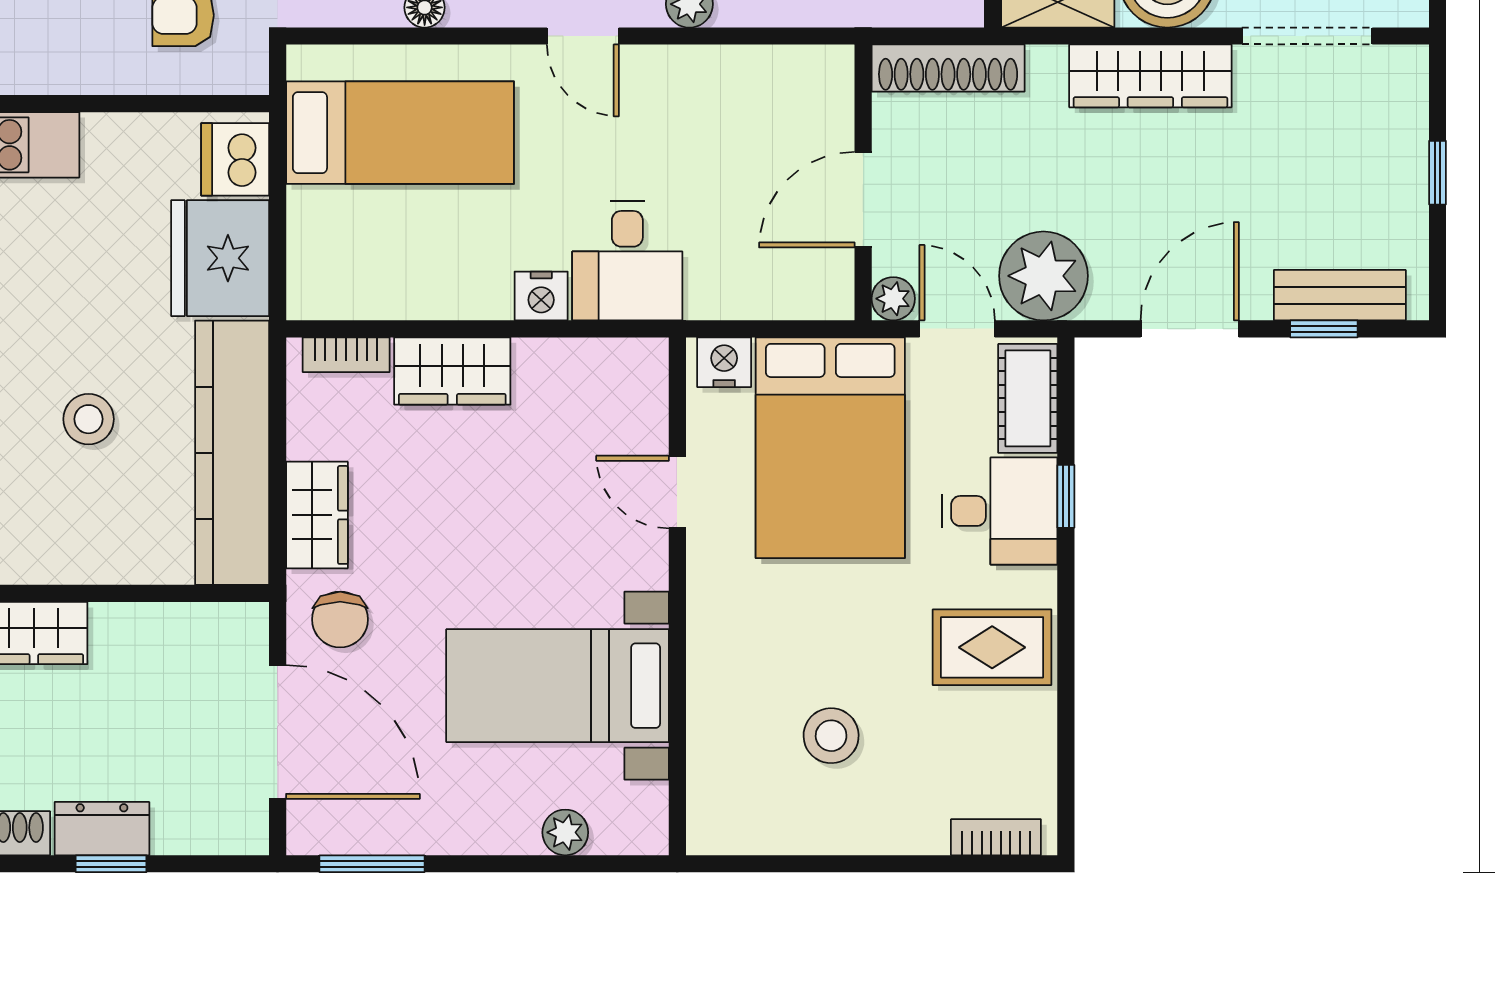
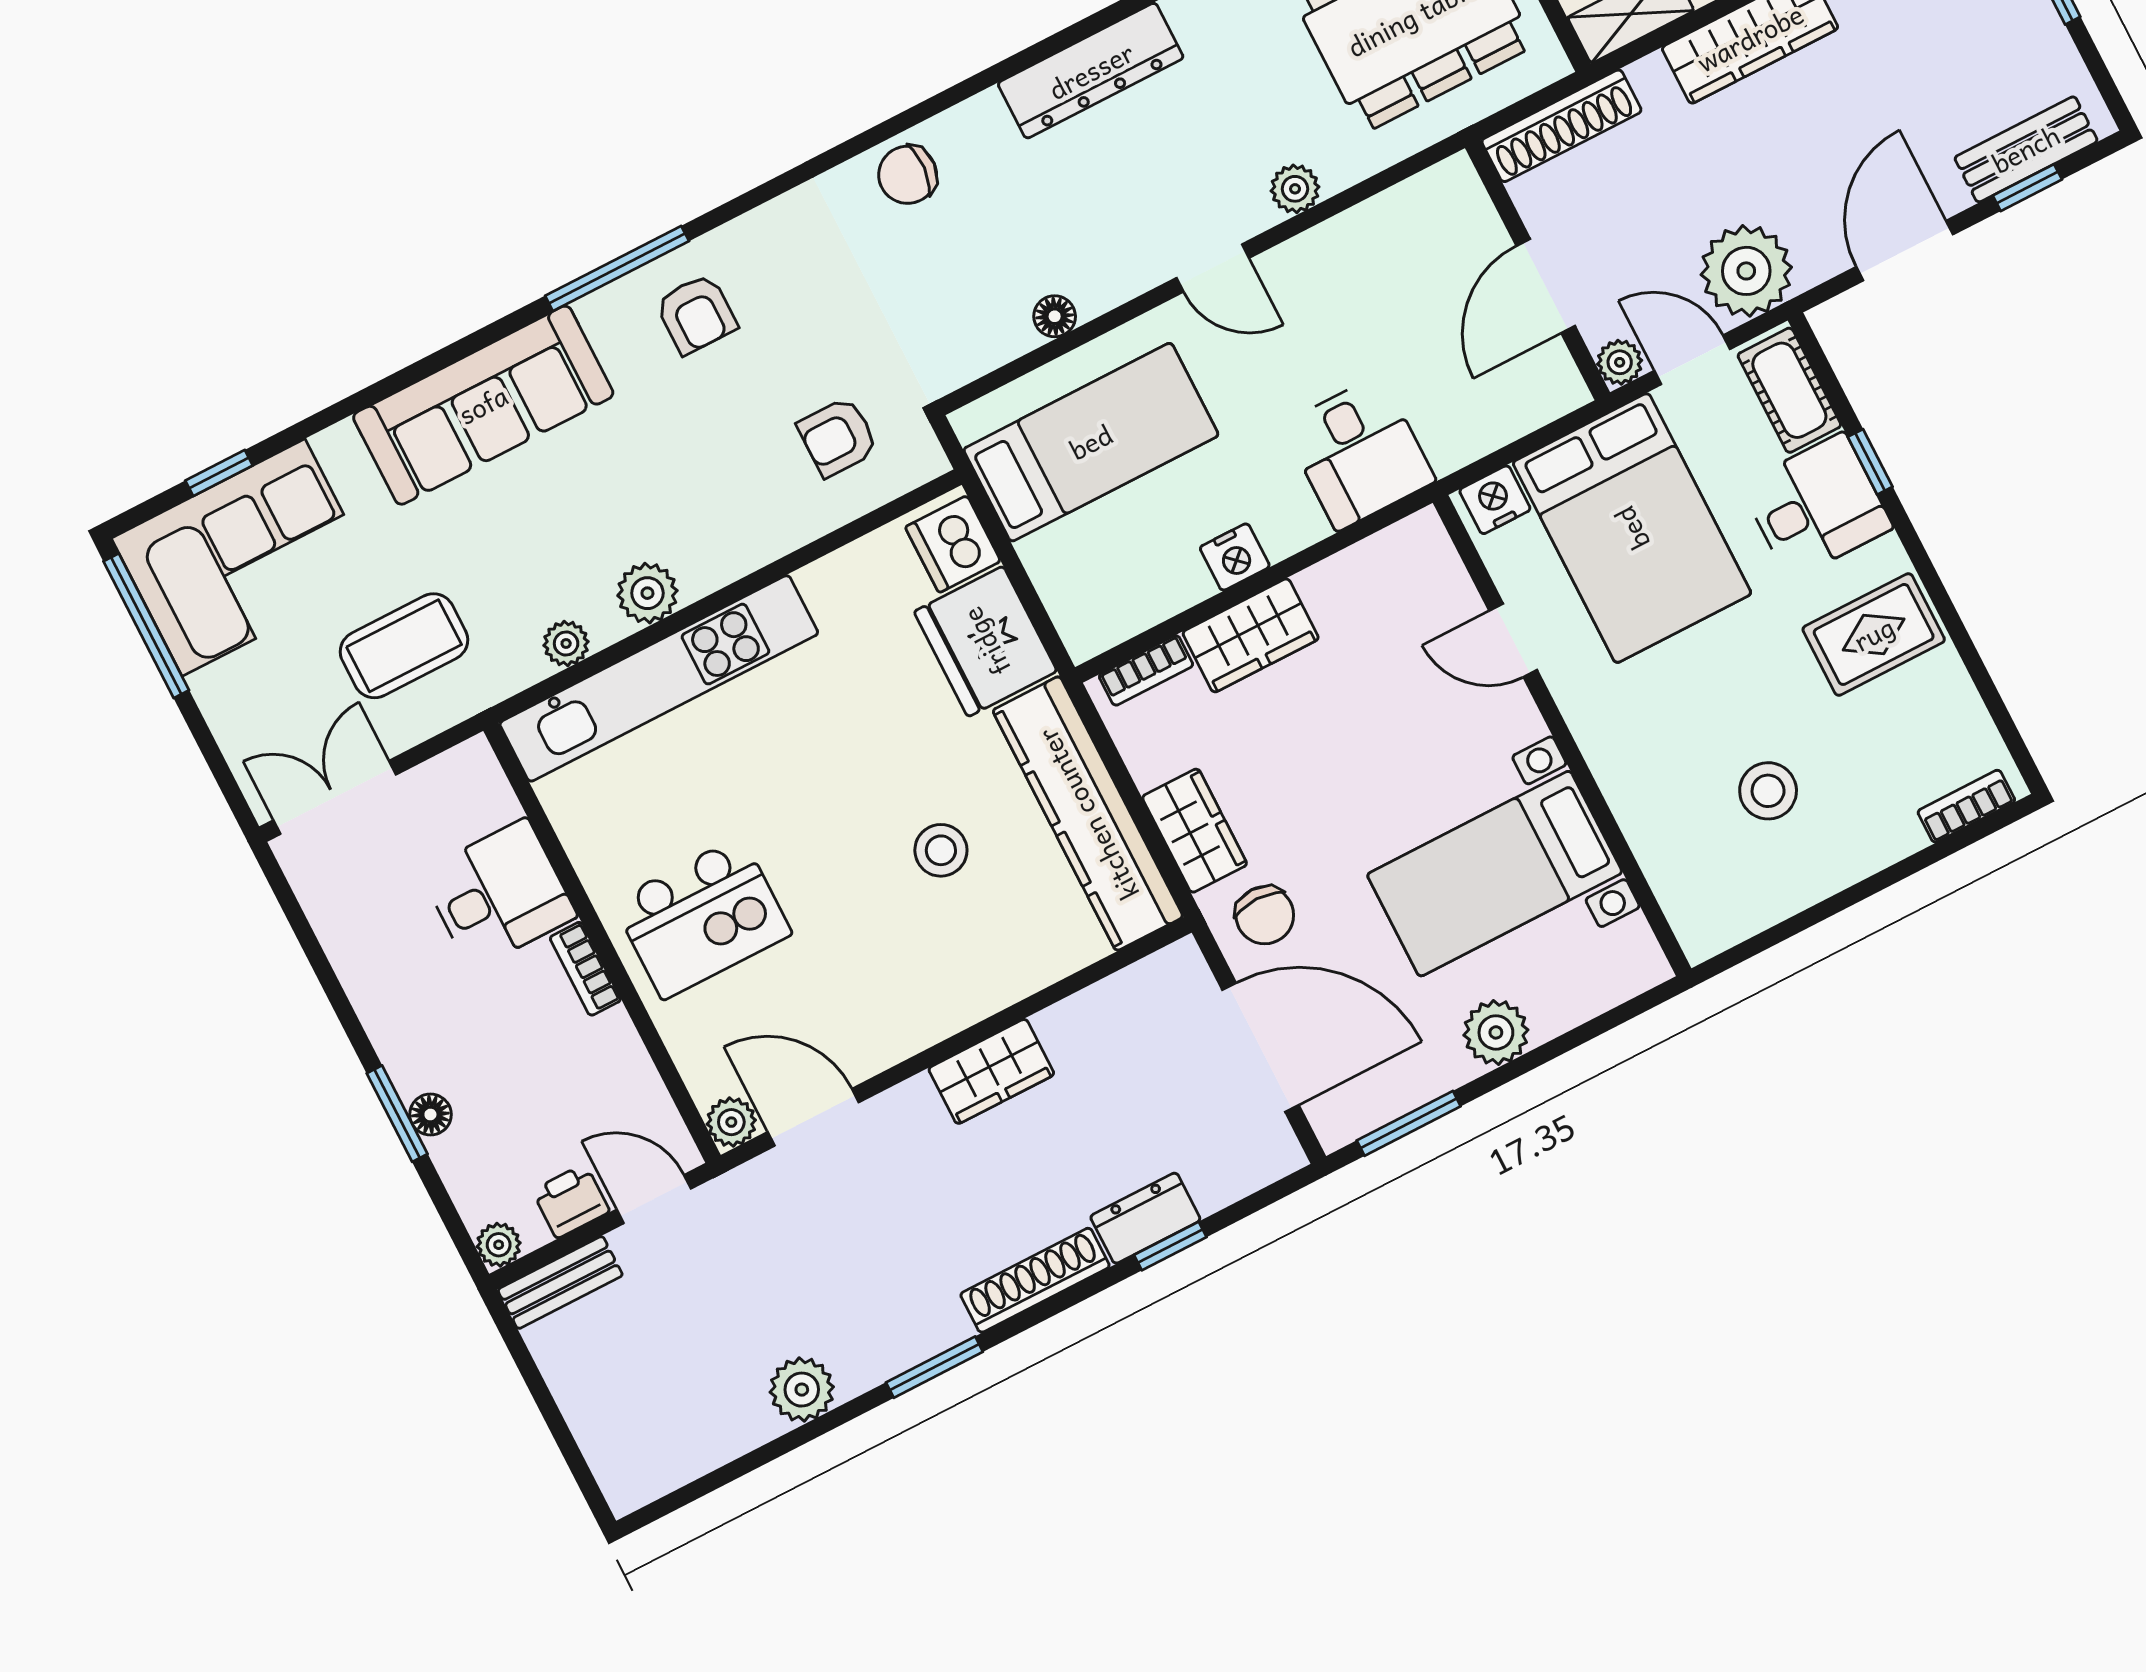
nightstand: (541, 296) -> (1235, 557), moved
plant: (565, 832) -> (1496, 1032), moved, width x1.38, depth x1.38

